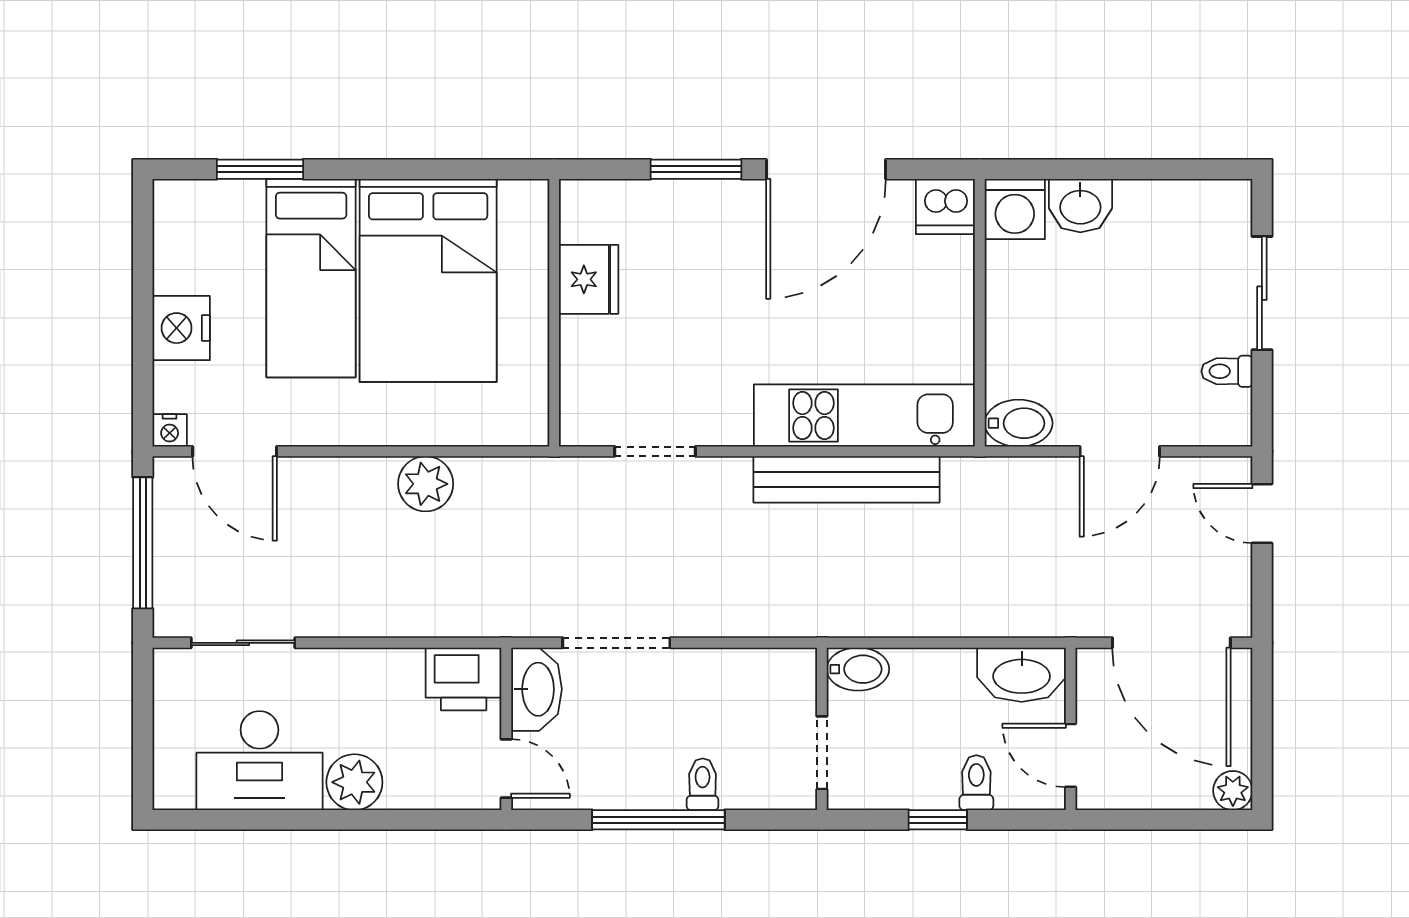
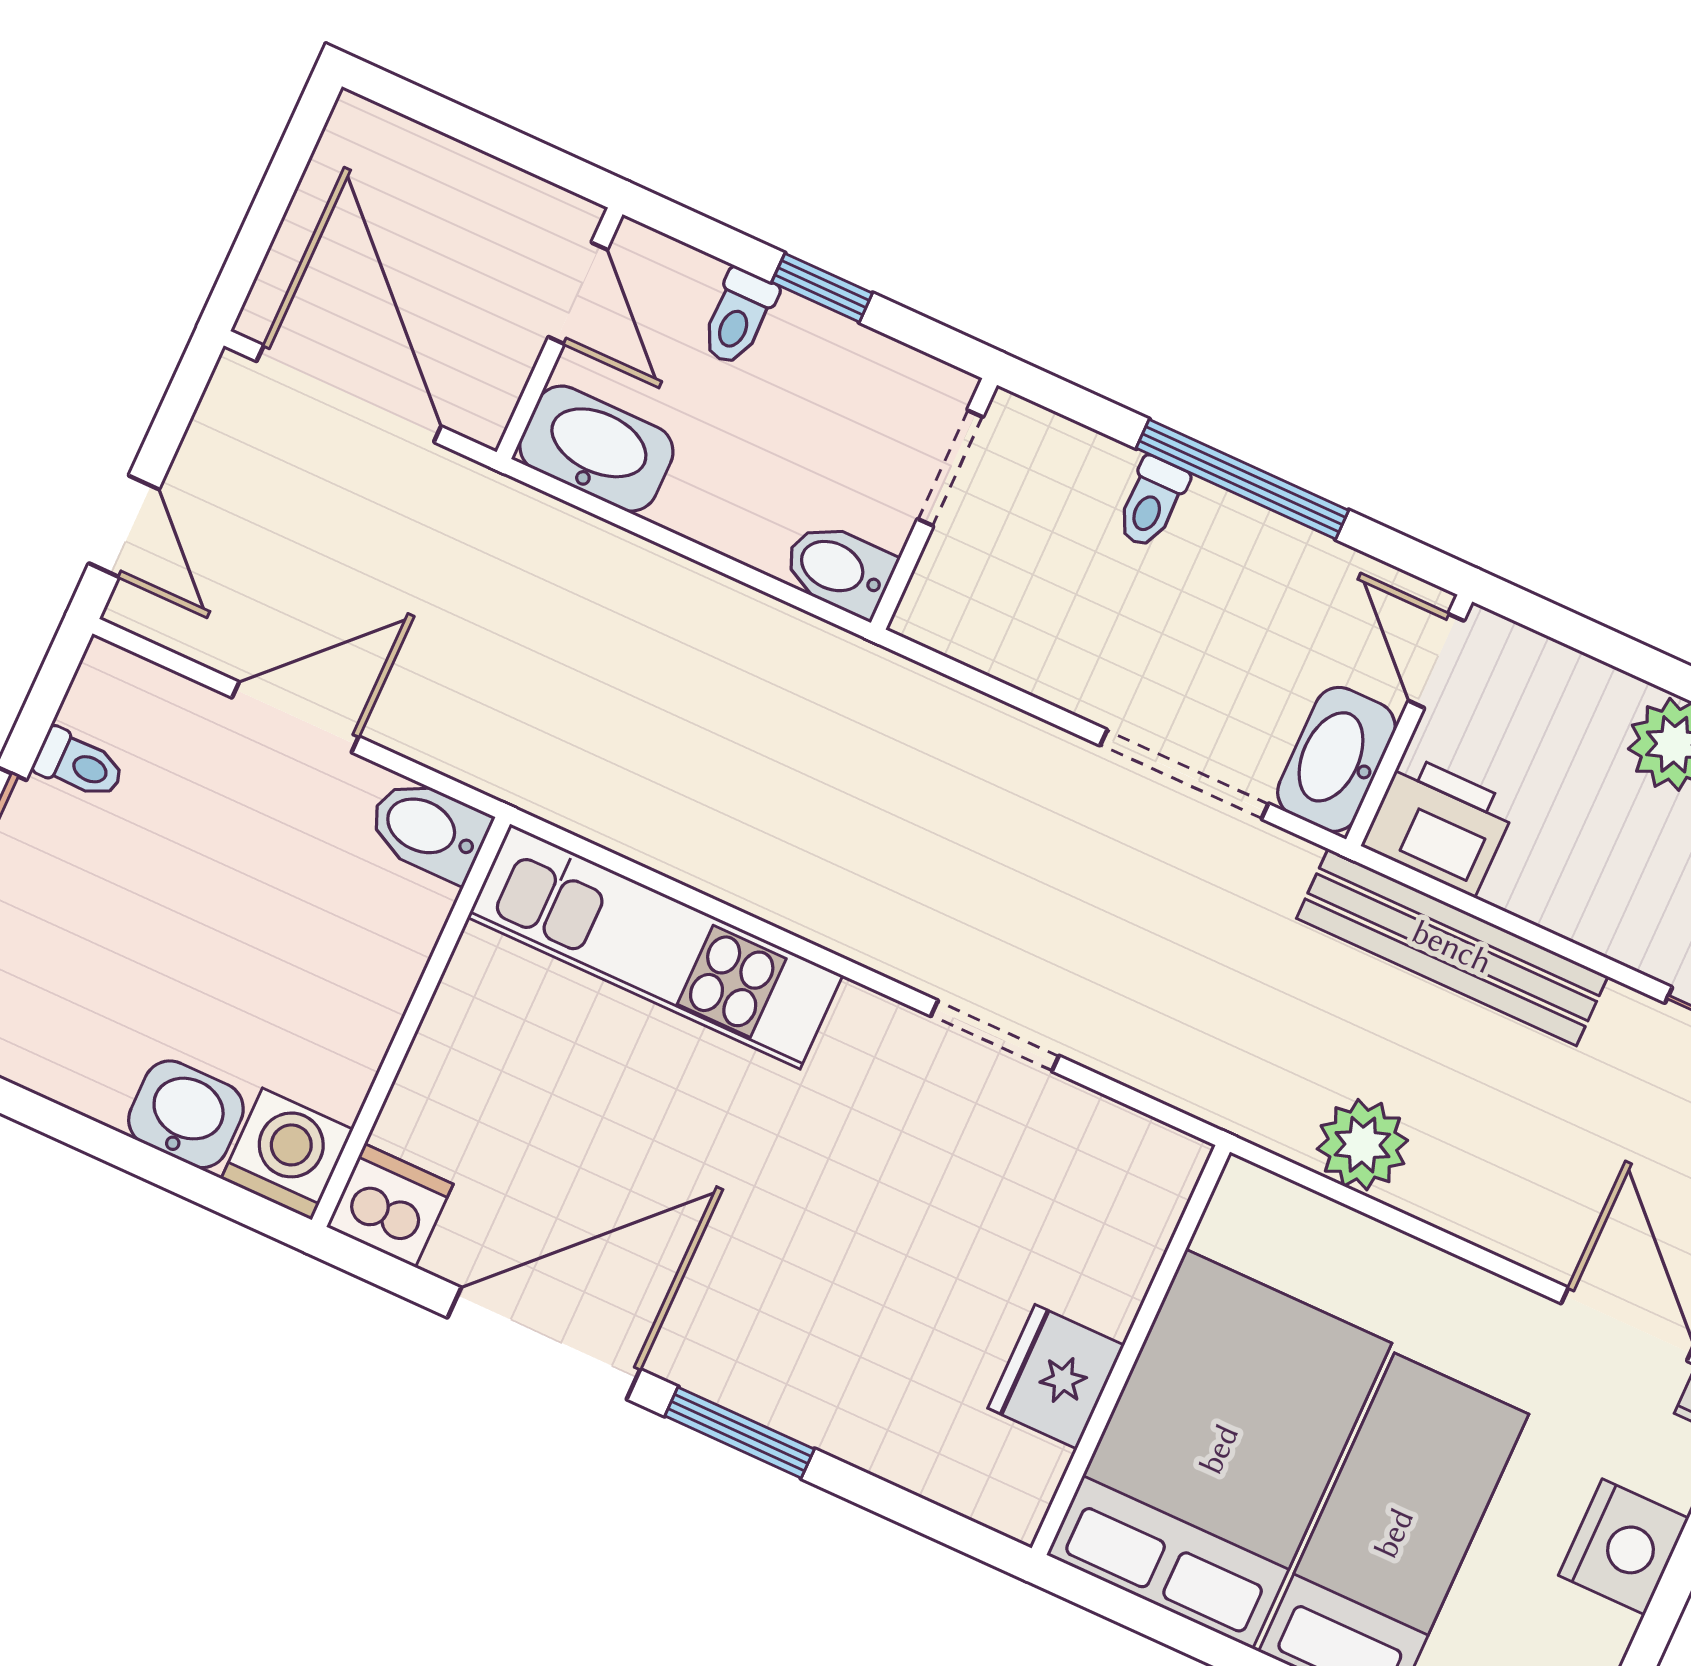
fridge: (589, 279) -> (1056, 1377), moved
wall: (554, 313) -> (1131, 1350), moved
bench: (847, 479) -> (1452, 947), moved
plant: (1233, 791) -> (358, 129), removed

